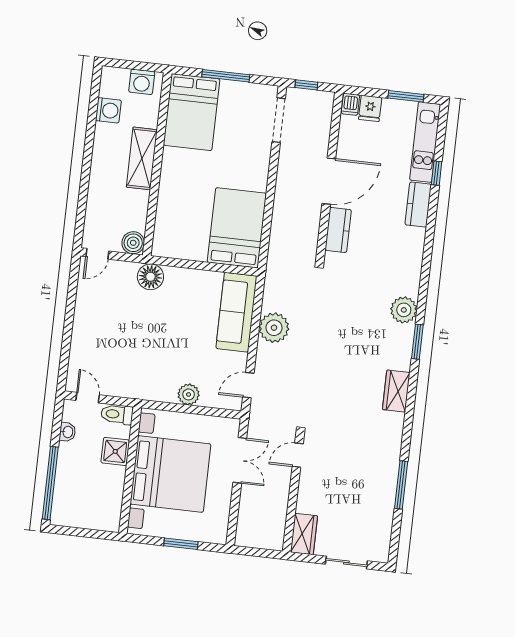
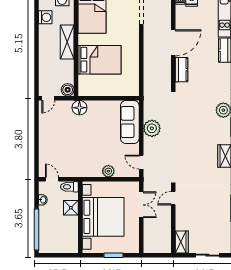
bed: (237, 228) -> (100, 60), moved, turned 90
door: (248, 385) -> (141, 162), hinge flipped

